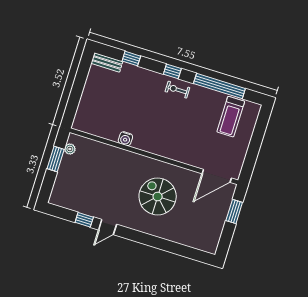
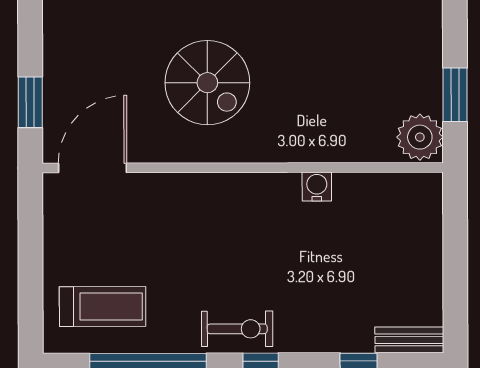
exercise bike: (177, 90) -> (237, 329), width x1.38, depth x1.39
treadmill: (231, 117) -> (103, 307), turned 90
plant: (70, 149) -> (420, 137), width x1.88, depth x1.88

